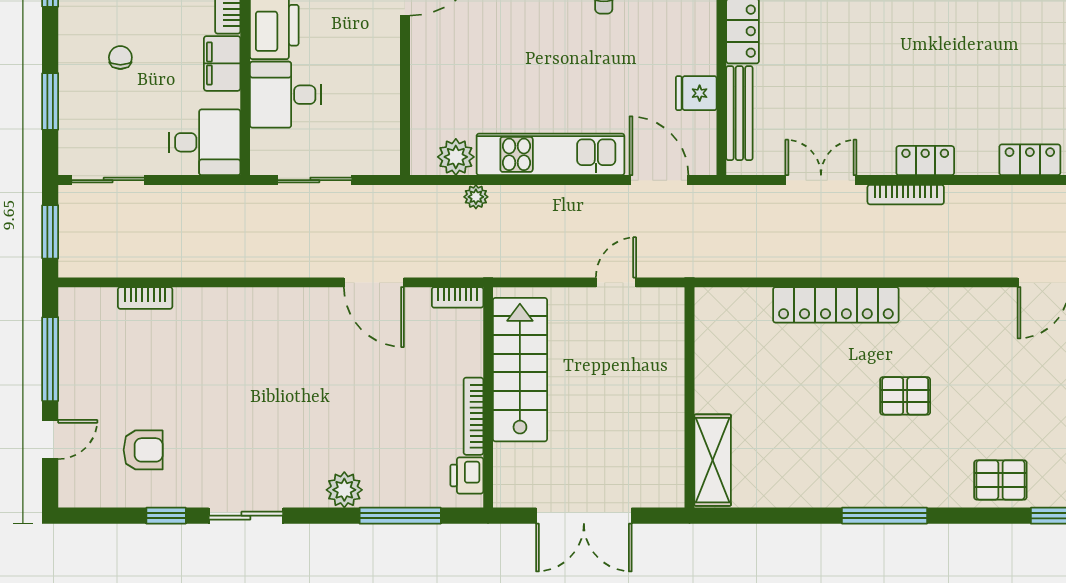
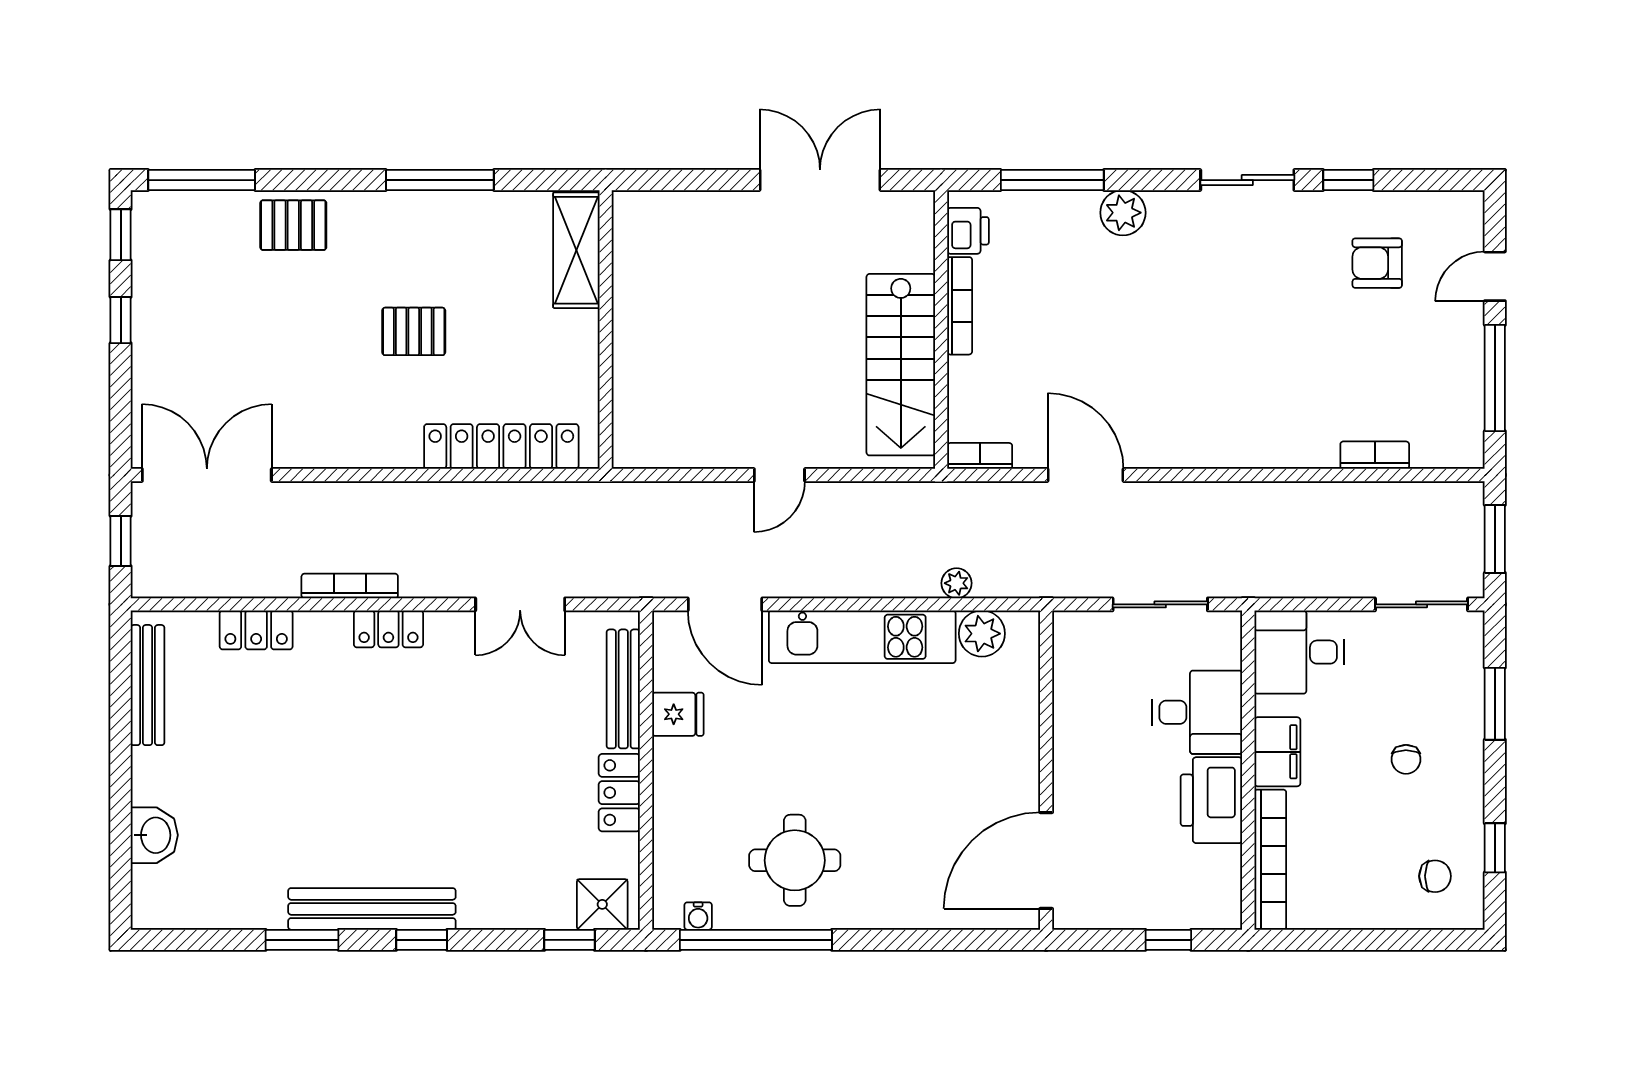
bookcase: (906, 195) -> (350, 586), moved
wall: (689, 397) -> (606, 330), moved
shelving: (713, 460) -> (576, 250), moved

